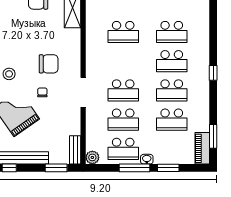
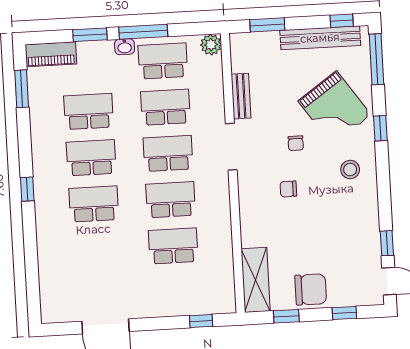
school desk: (172, 32) -> (171, 200), moved
chair: (49, 64) -> (288, 189), width x0.54, depth x0.54
piano: (202, 148) -> (51, 54), moved, turned 90
bench: (75, 150) -> (241, 96), moved

